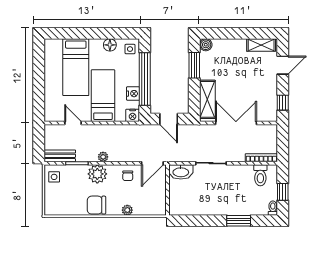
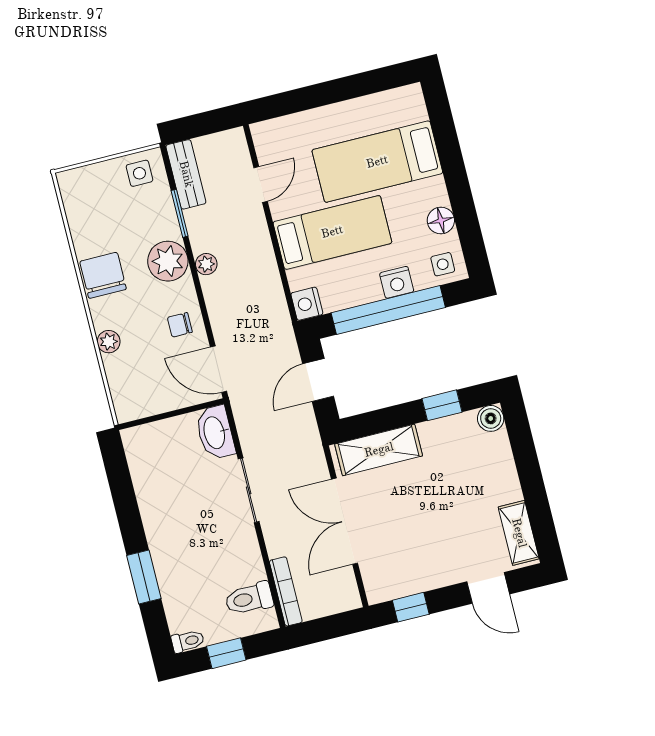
window: (194, 65) -> (442, 405), width x0.67
nightstand: (133, 94) -> (397, 282), moved
double door: (236, 123) -> (345, 521), swing flipped

